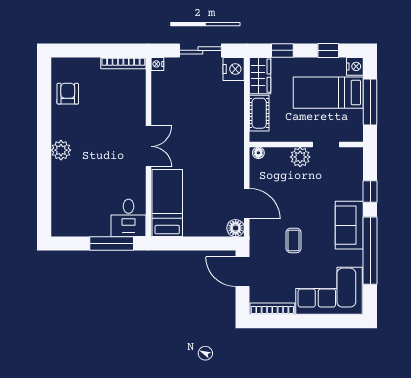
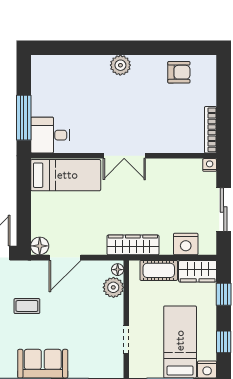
nightstand: (234, 69) -> (186, 244), moved
wardrobe: (235, 138) -> (133, 245), added
plant: (300, 157) -> (113, 287), moved

